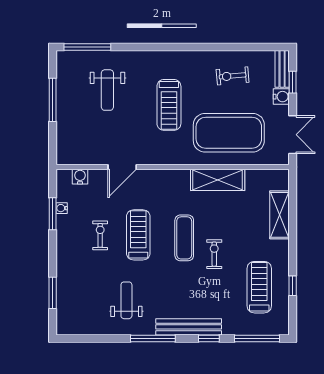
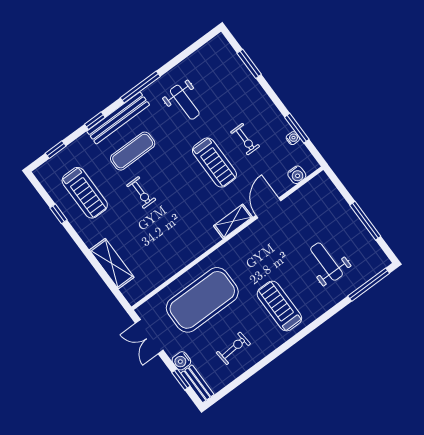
treadmill: (169, 105) -> (279, 306), moved
shelving: (218, 180) -> (233, 221), moved, width x0.67, depth x0.75
exercise mat: (184, 238) -> (133, 151), moved, turned 90
window: (257, 339) -> (56, 150), width x0.46

